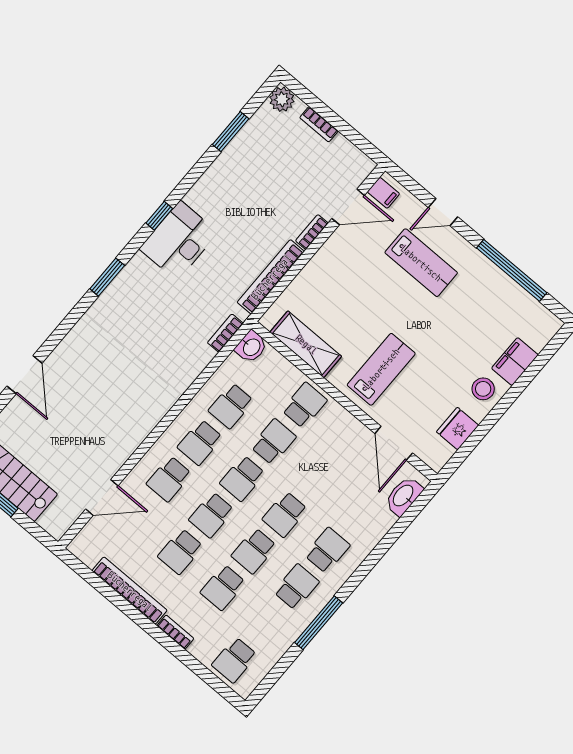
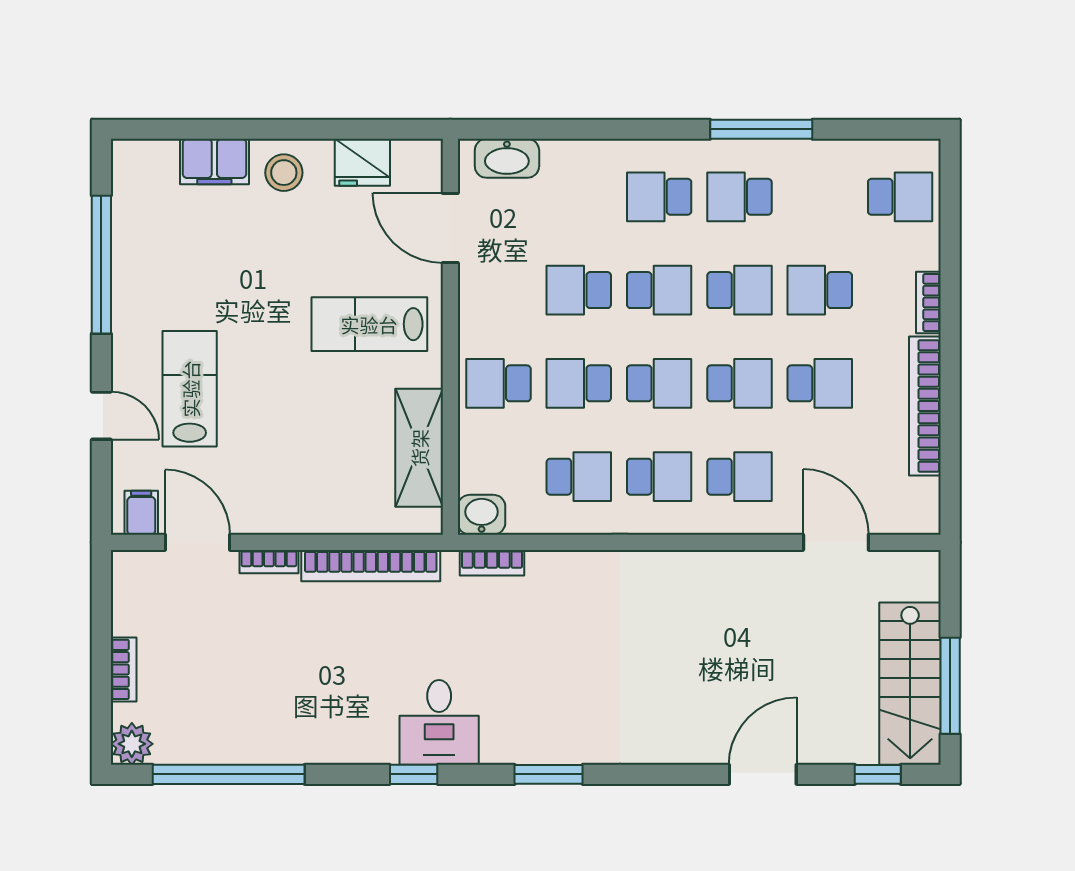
window: (231, 132) -> (229, 774), width x2.11
desk: (179, 241) -> (439, 722), width x0.73
door: (394, 443) -> (450, 228), swing flipped
school desk: (316, 478) -> (579, 290), added
school desk: (223, 587) -> (820, 290), turned 180

